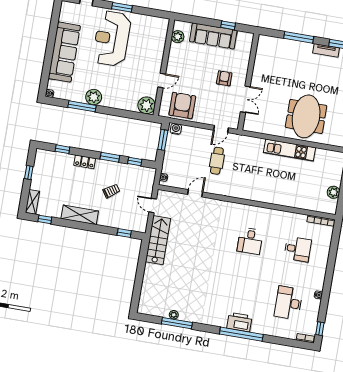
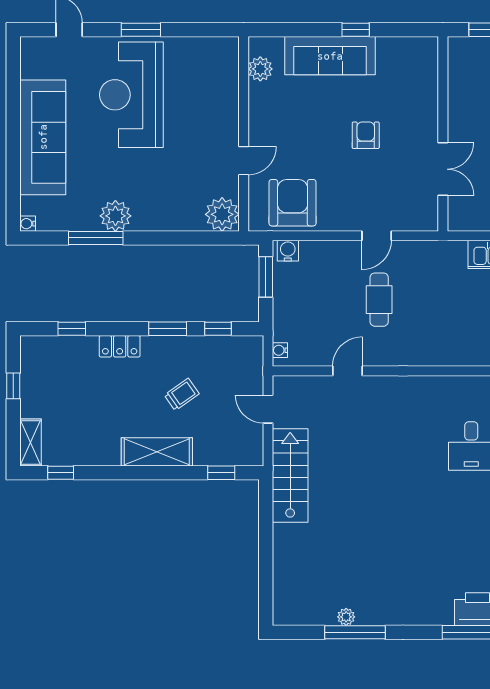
wall: (248, 82) -> (443, 134), moved
double door: (245, 99) -> (443, 169), moved
shelving: (80, 215) -> (157, 452), moved

